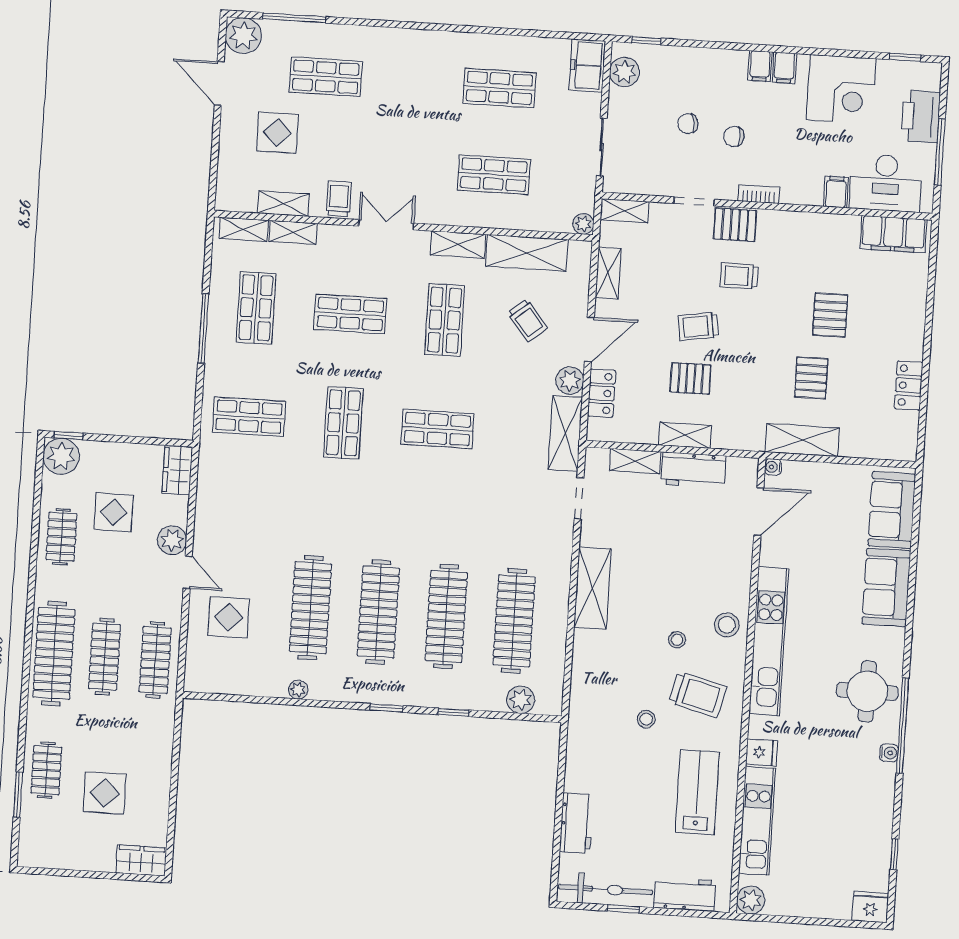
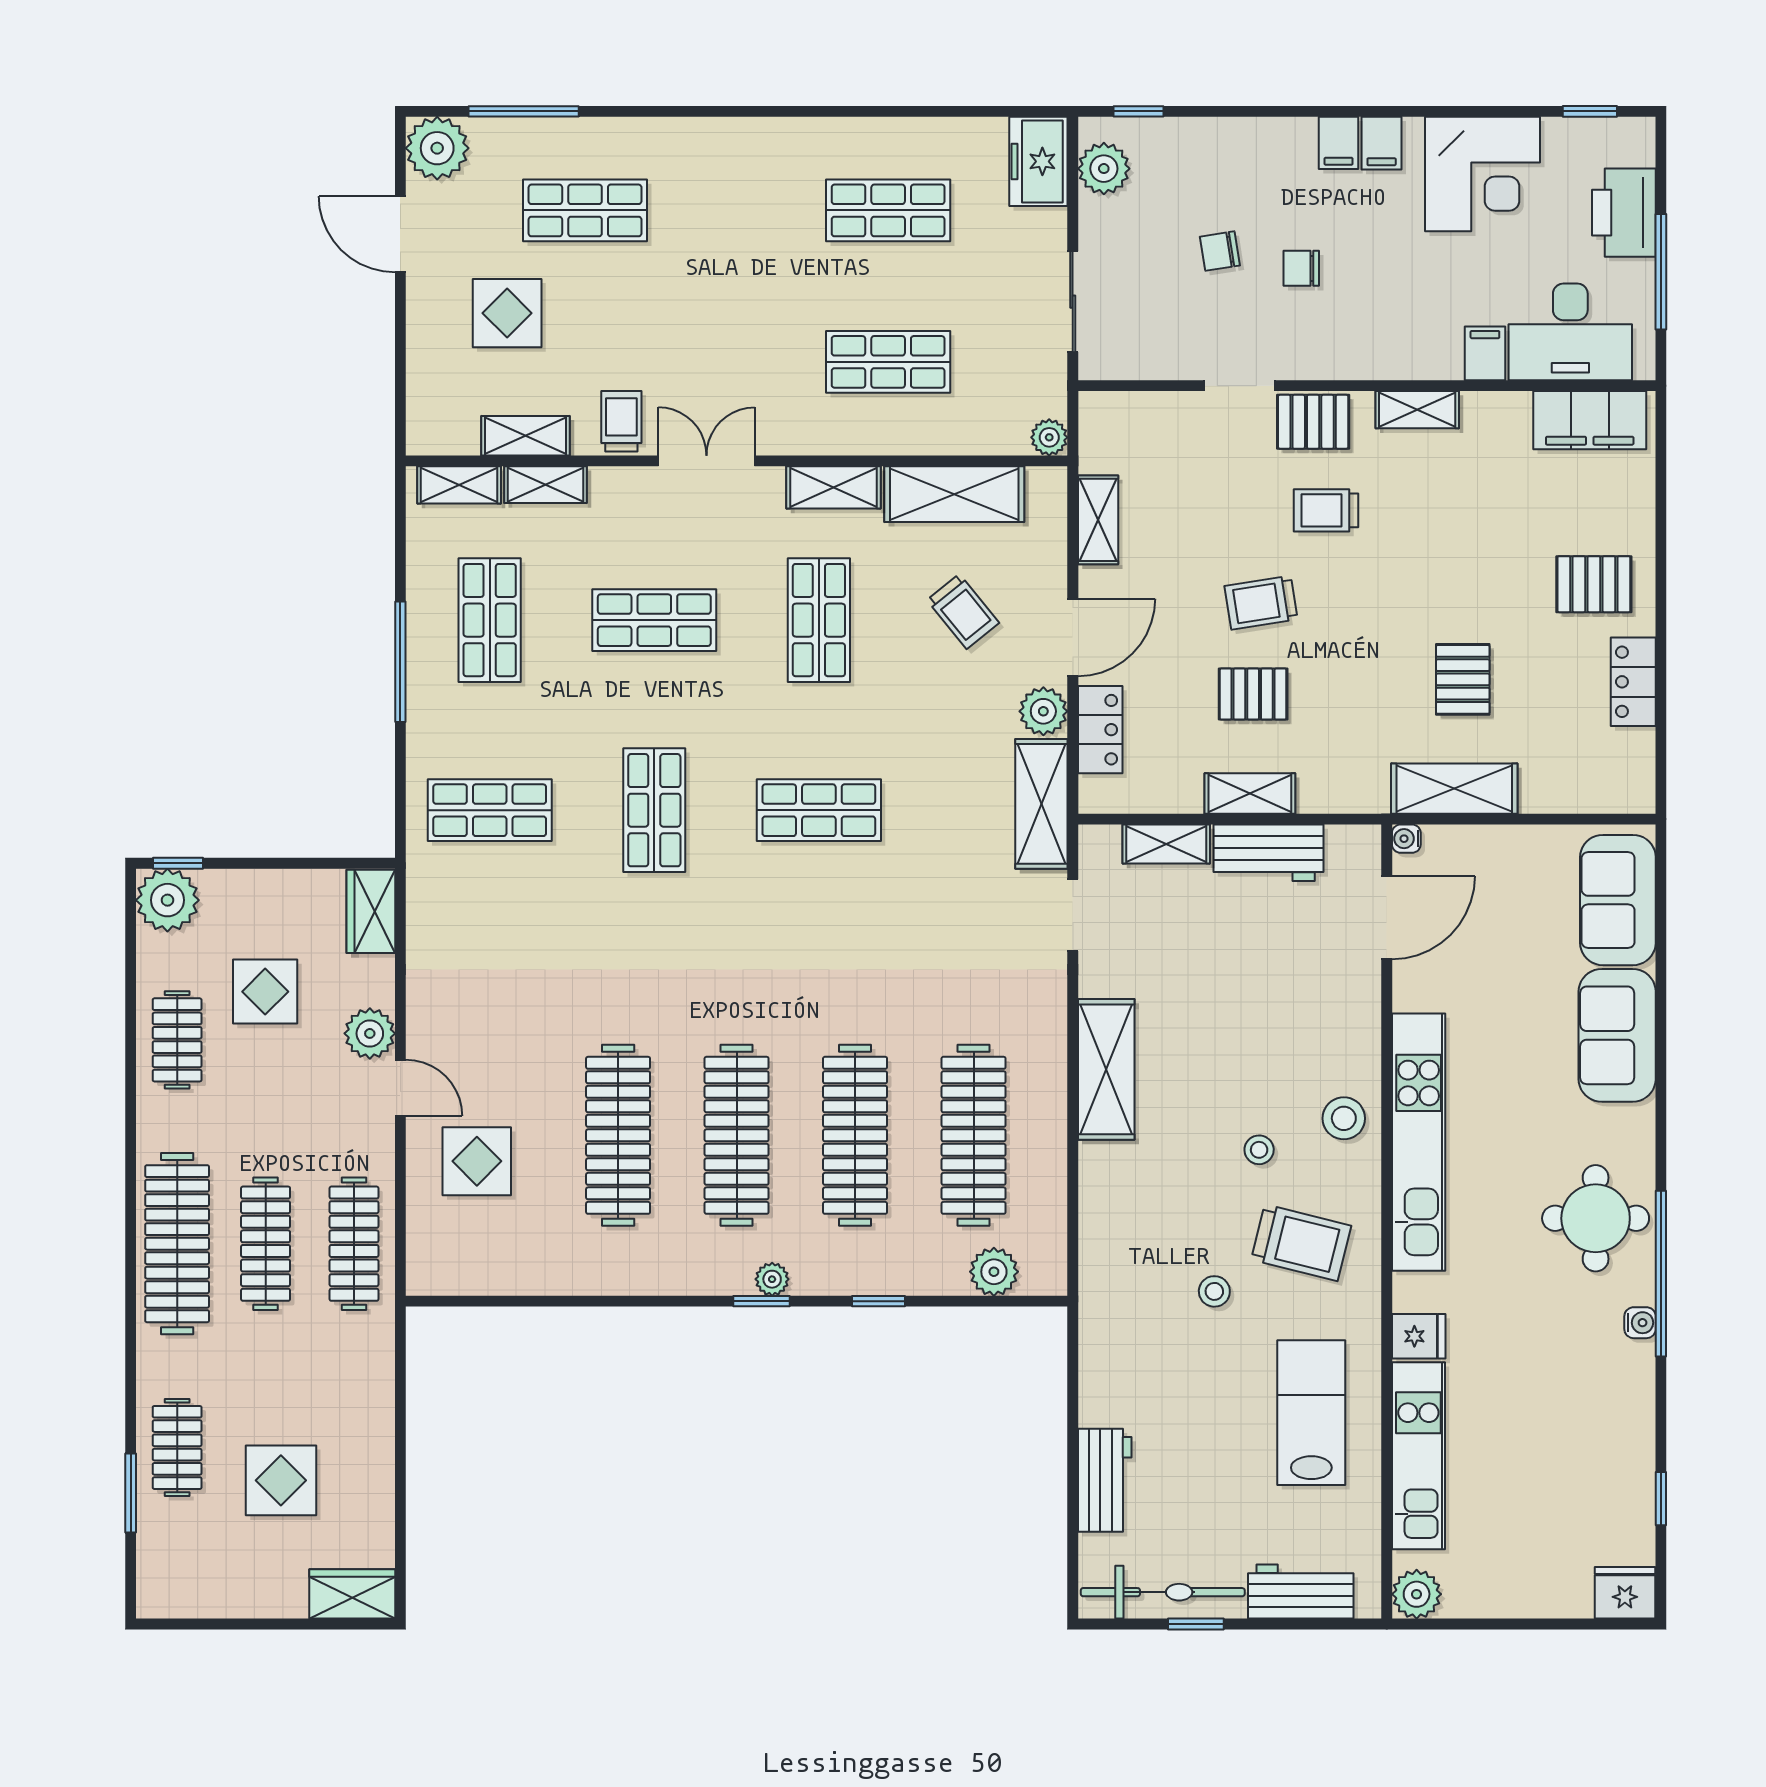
bookcase: (759, 194) -> (1351, 366), removed
shelving: (625, 211) -> (1417, 410), moved
pallet: (830, 315) -> (1594, 584), moved, turned 90
plant: (298, 690) -> (772, 1279), moved

